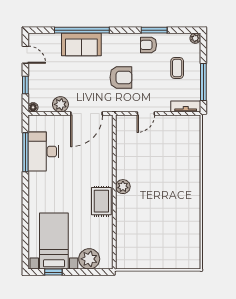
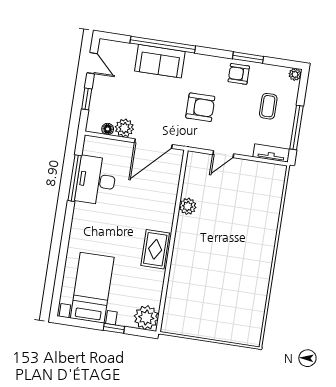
floor lamp: (33, 107) -> (108, 129), moved
plant: (123, 187) -> (188, 206), moved
plant: (89, 259) -> (146, 317), moved
window: (53, 272) -> (114, 328), moved

